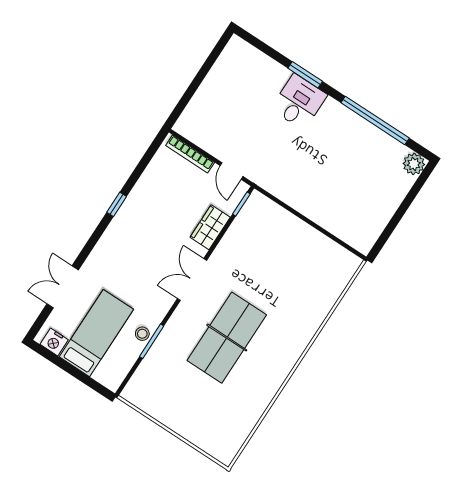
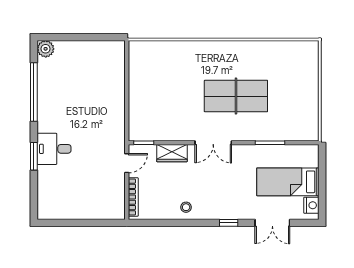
window: (117, 204) -> (229, 223), moved
stool: (142, 334) -> (186, 207), moved

